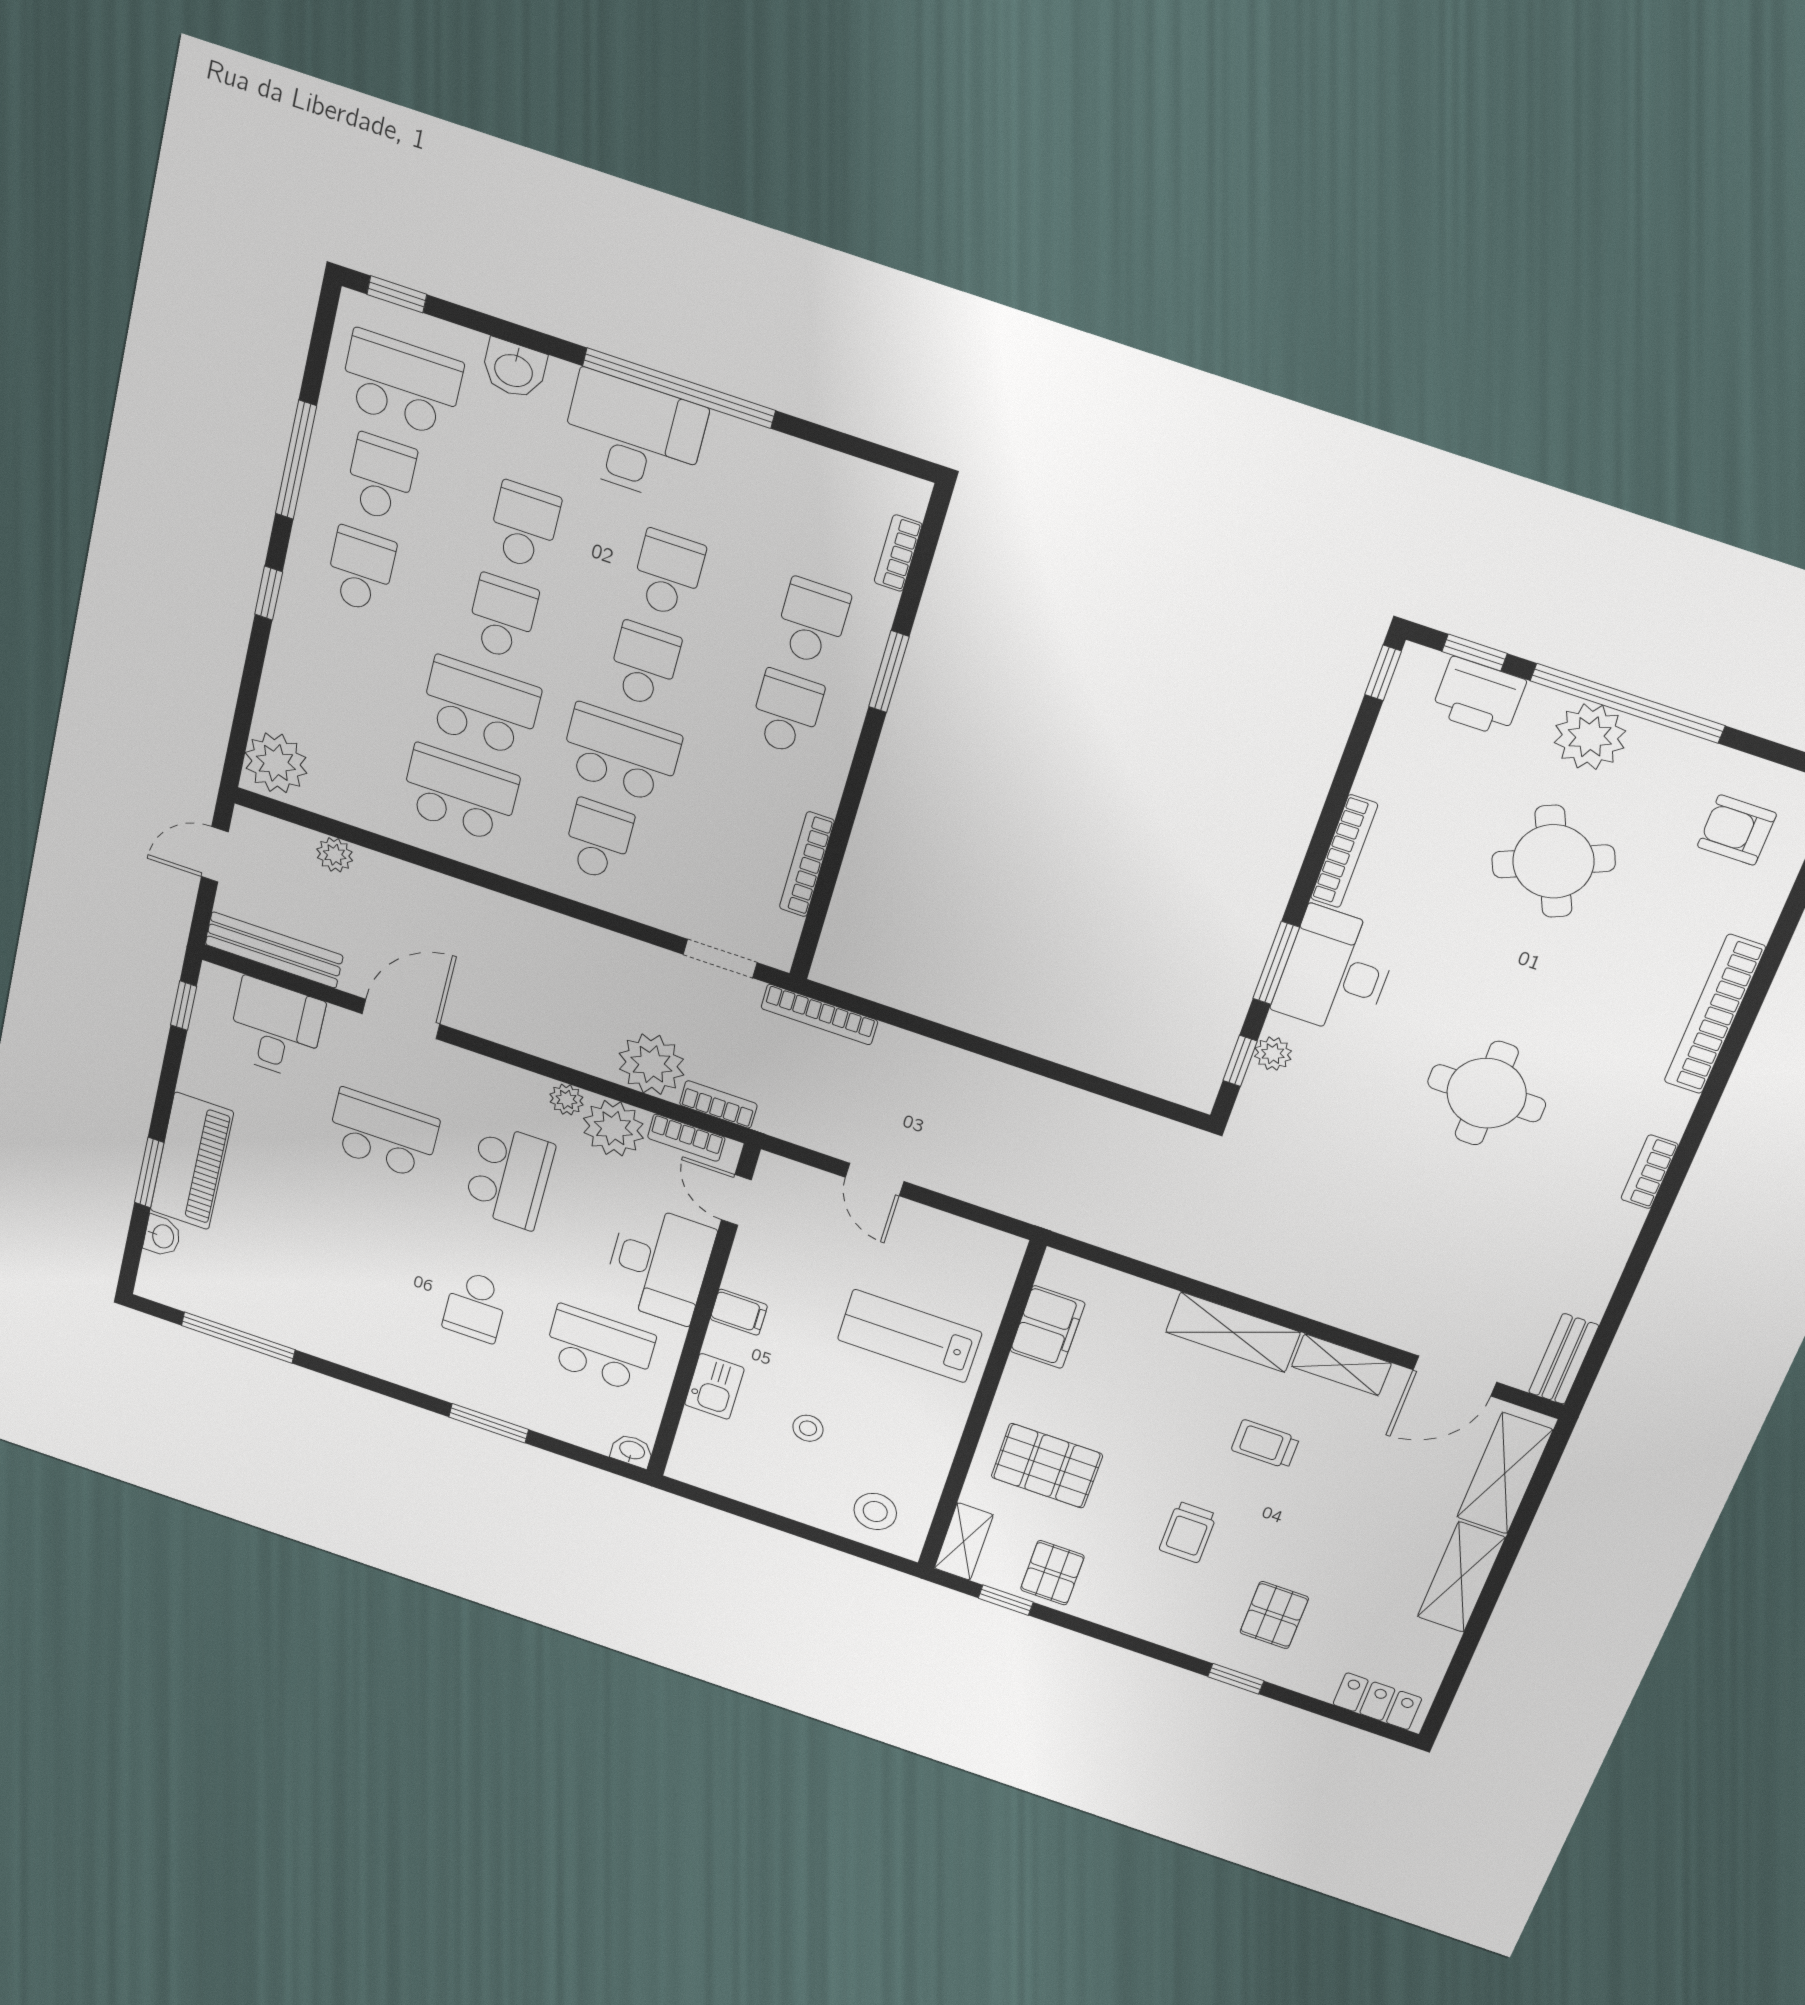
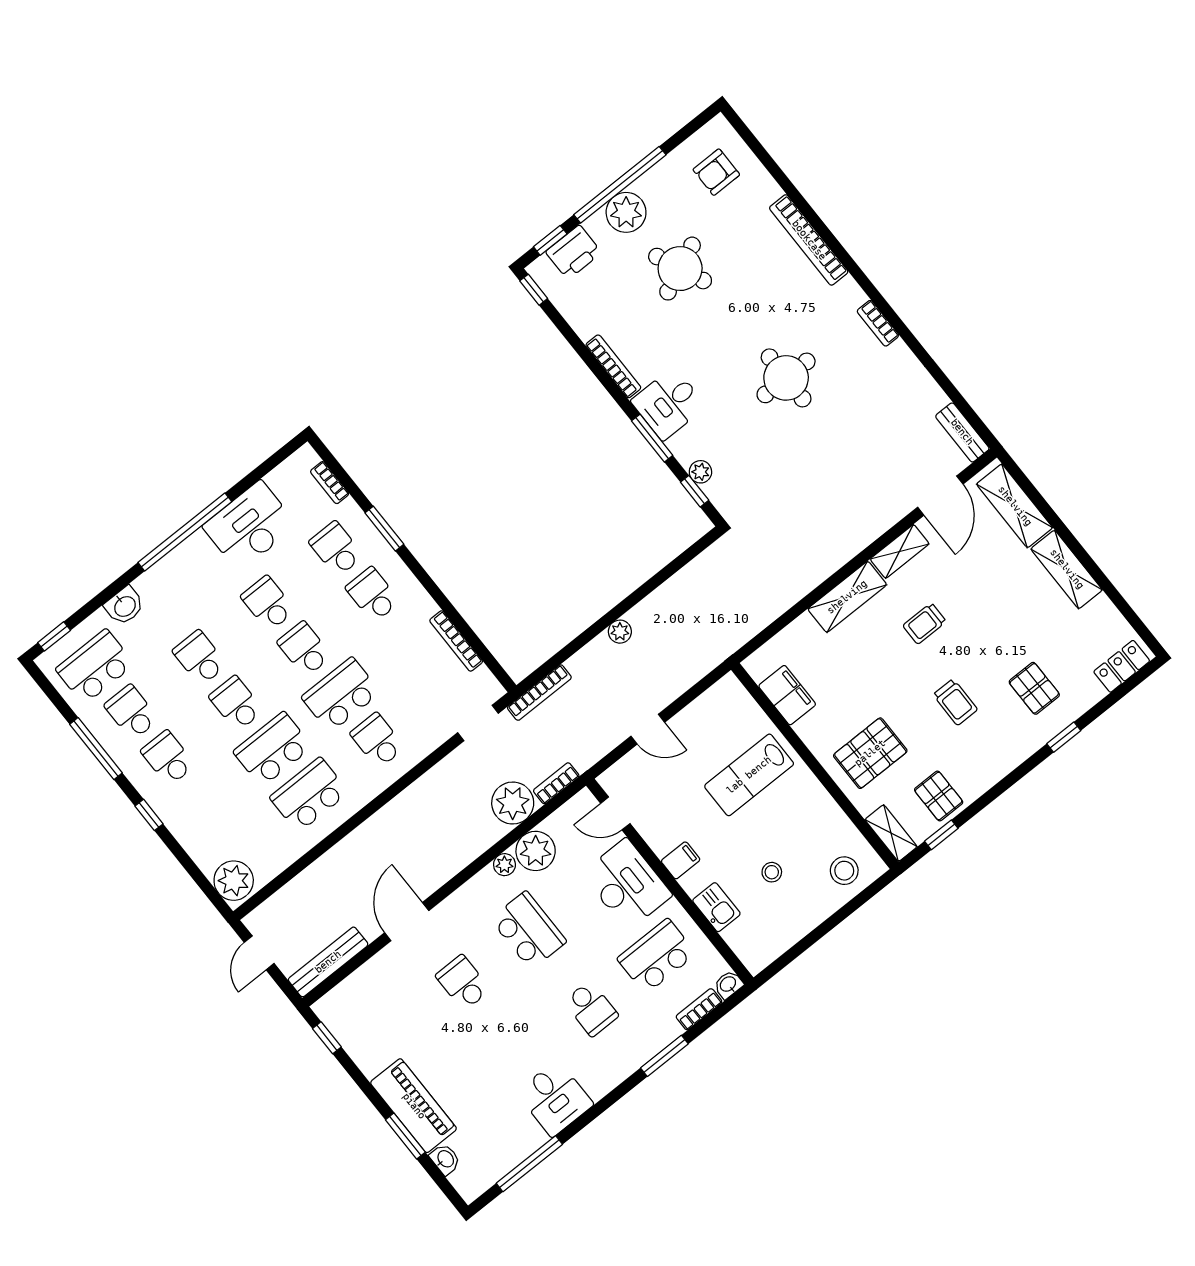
desk: (633, 437) -> (250, 526), moved
plant: (335, 855) -> (620, 632), moved
desk: (1336, 972) -> (668, 404), width x0.73
desk: (276, 1029) -> (555, 1098), moved, turned 180
school desk: (383, 1134) -> (463, 983), width x0.54
bookcase: (686, 1138) -> (699, 1009), moved, turned 180

